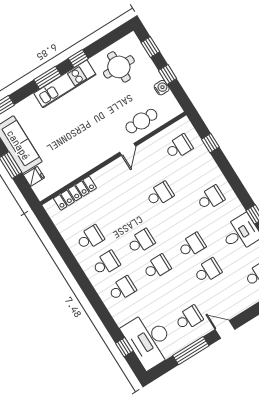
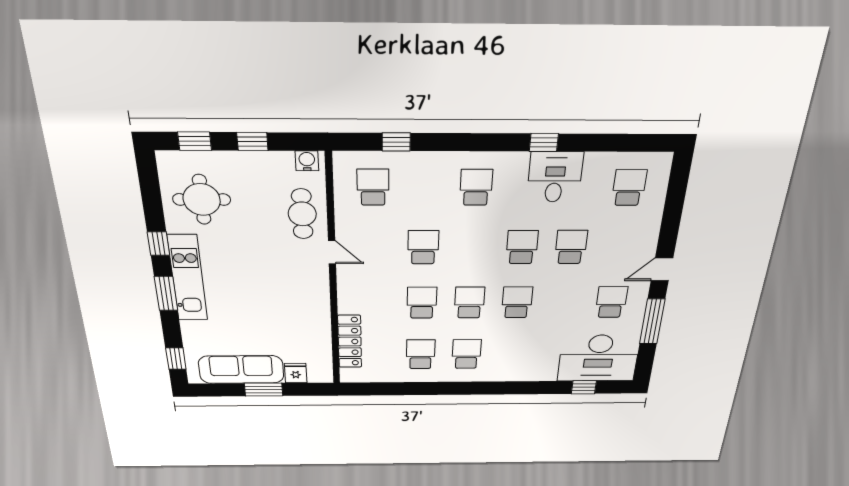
water cooler: (162, 88) -> (307, 161), moved
school desk: (122, 289) -> (422, 303), moved

